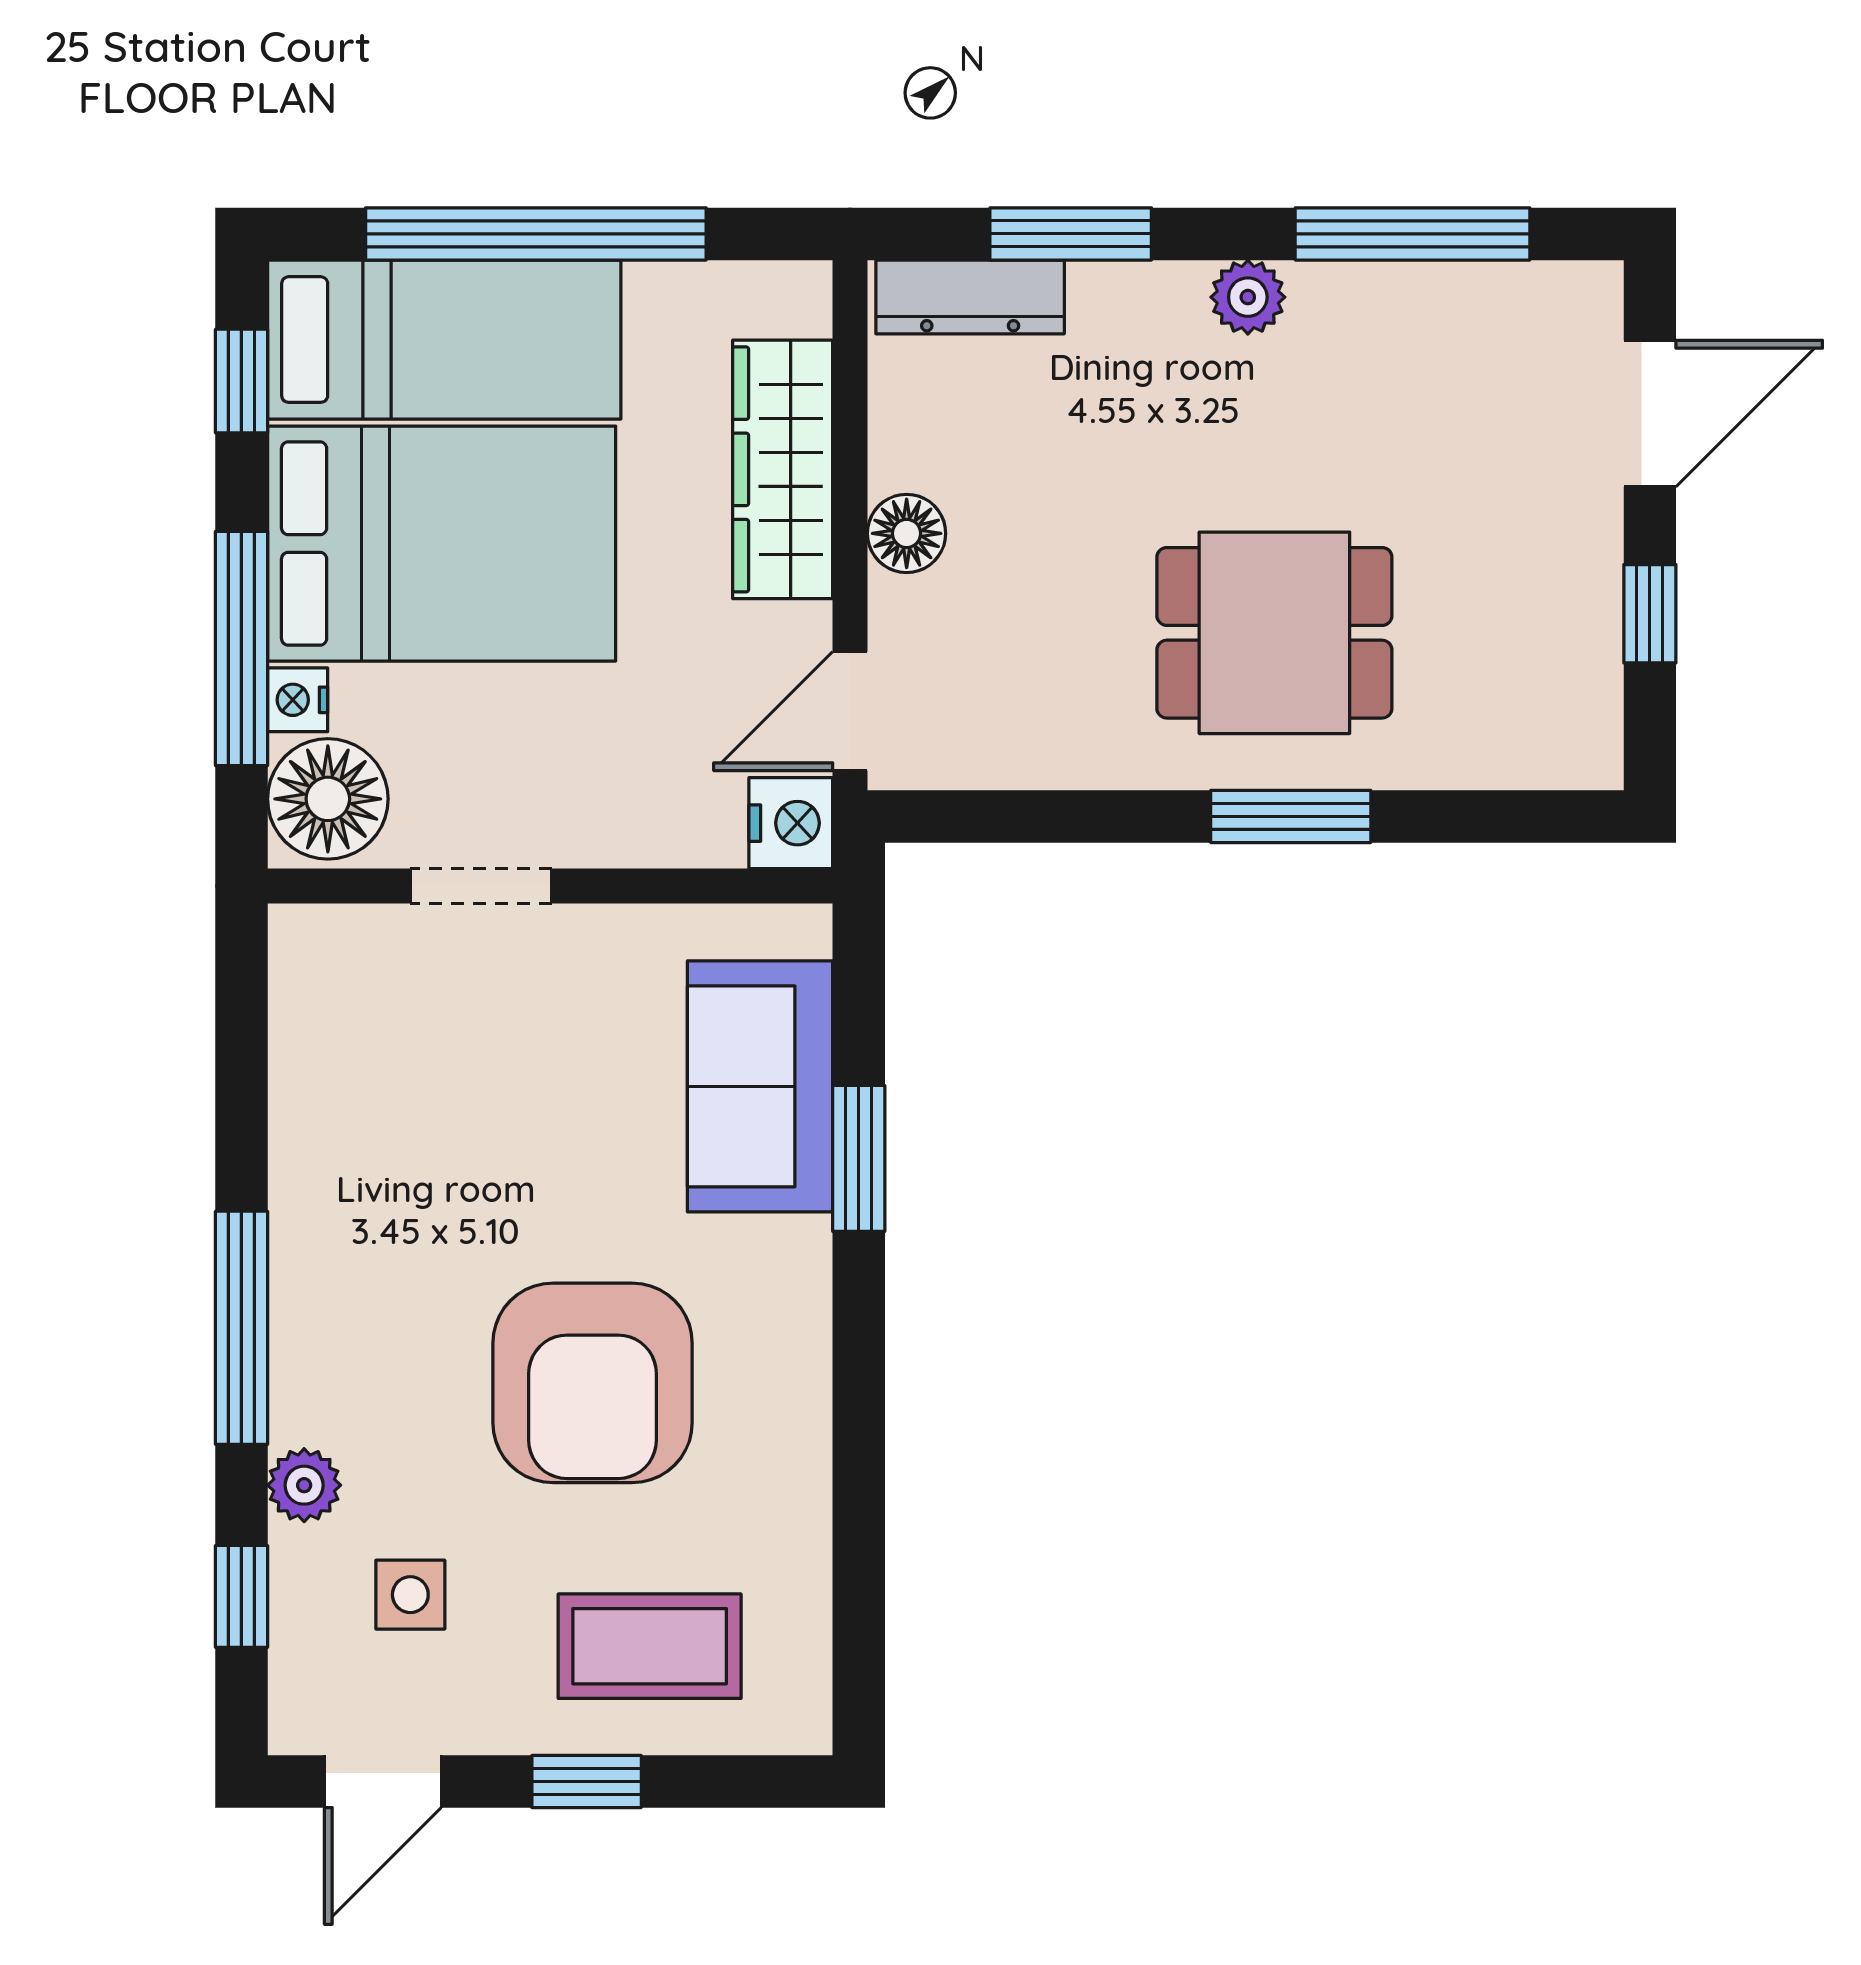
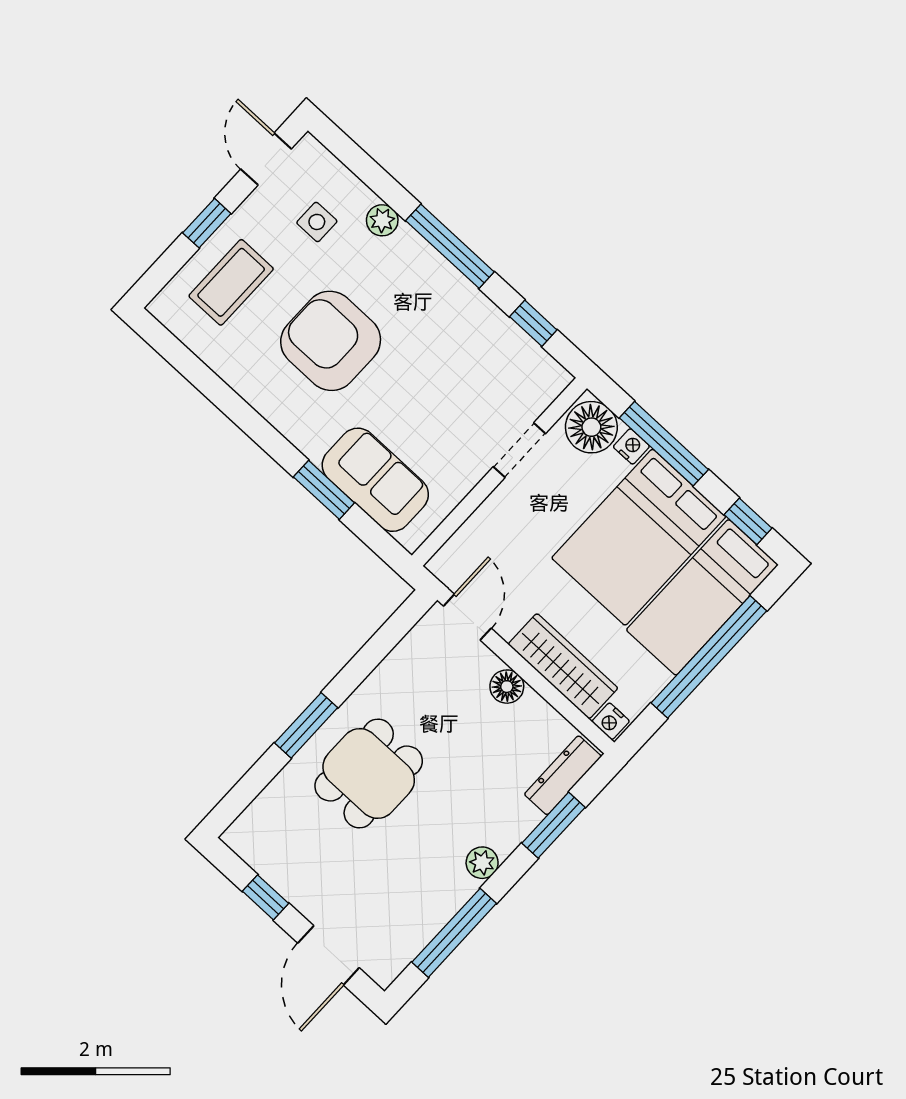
nightstand: (791, 823) -> (611, 721), moved, width x0.72, depth x0.74
window: (241, 1596) -> (533, 323), moved

